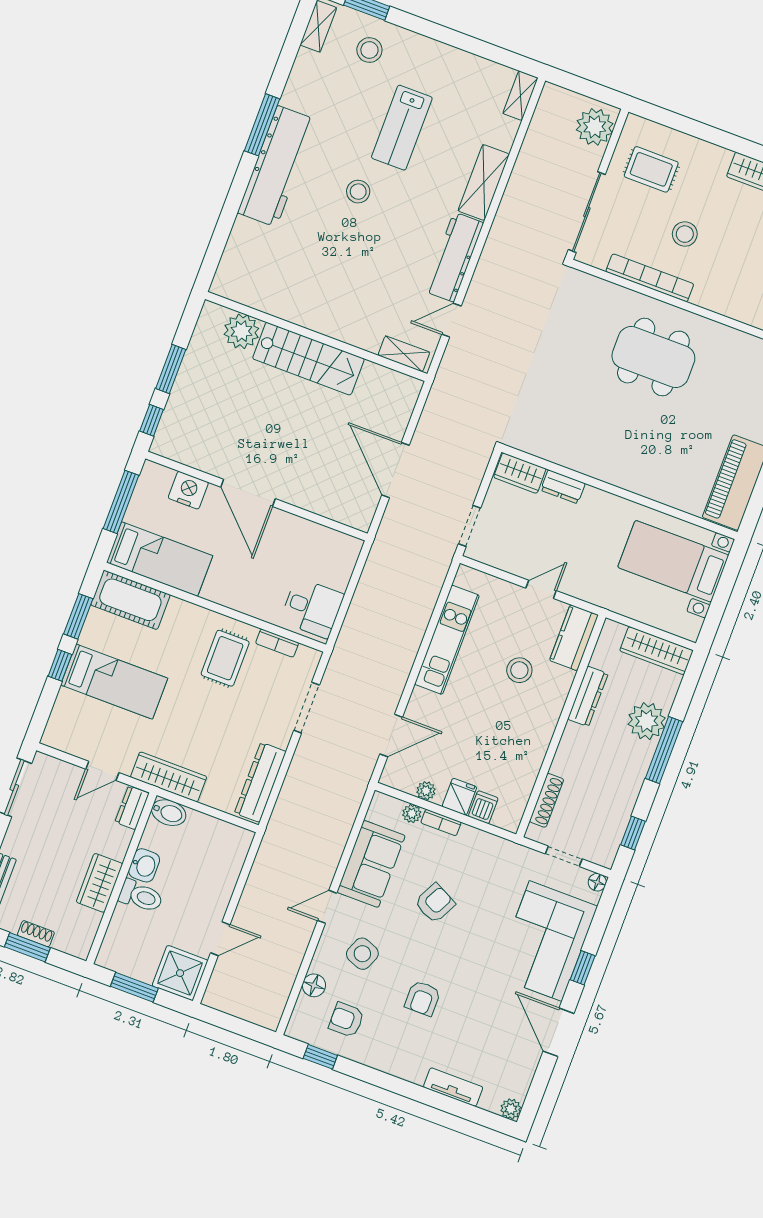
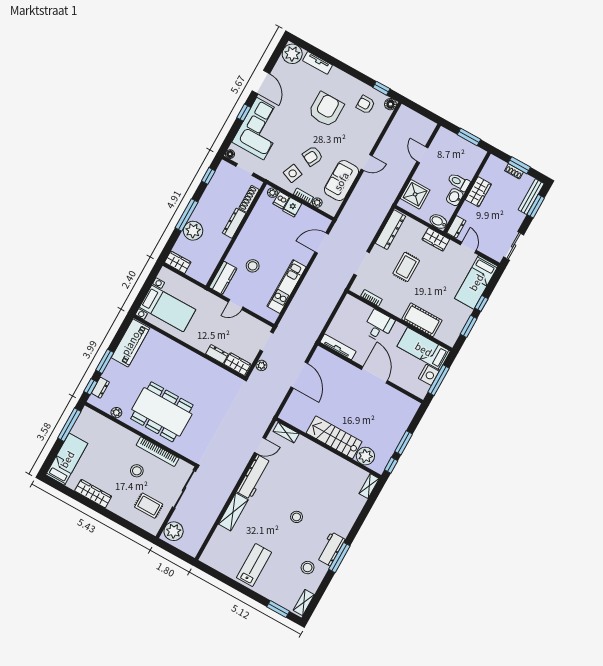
stool: (369, 50) -> (308, 568), moved
shelving: (520, 96) -> (369, 486), moved
lab bench: (402, 128) -> (254, 565), moved
workbench: (277, 166) -> (331, 549), width x0.53, depth x0.76
plant: (742, 342) -> (116, 413), added
dining table: (653, 357) -> (162, 412), width x1.36, depth x1.24
window: (152, 420) -> (391, 465), moved
plant: (472, 478) -> (261, 365), added
nightstand: (188, 490) -> (429, 375), moved, turned -90
tv unit: (328, 537) -> (338, 347), added
cot: (130, 600) -> (422, 320), moved
desk: (312, 608) -> (379, 326), moved, turned 90
wardrobe: (656, 651) -> (178, 262), width x0.67
rug: (225, 658) -> (406, 267), moved
bed: (114, 682) -> (476, 282), moved, turned -90
dresser: (588, 696) -> (234, 223), moved
door: (102, 771) -> (468, 247), hinge flipped
wardrobe: (169, 777) -> (436, 239), width x0.67
plant: (426, 791) -> (272, 193), moved
door: (220, 939) -> (422, 155), hinge flipped
side table: (362, 954) -> (293, 173), moved
shower: (180, 973) -> (415, 194), moved
floor lamp: (314, 985) -> (390, 104), moved
armchair: (423, 998) -> (326, 110), width x1.88, depth x1.88
armchair: (346, 1020) -> (366, 105), turned 180
plant: (511, 1109) -> (292, 54), width x1.87, depth x1.87

